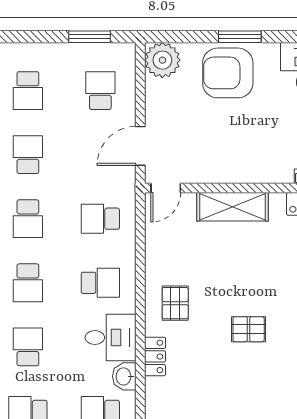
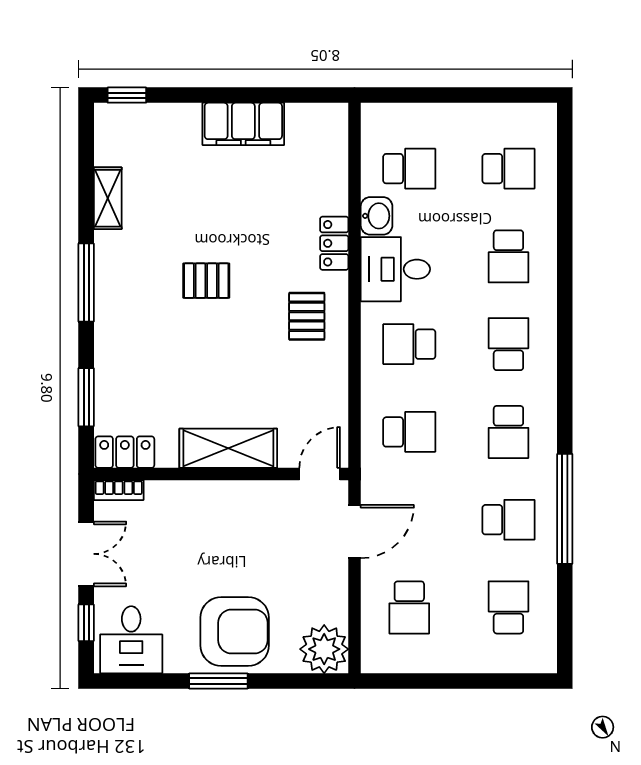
window: (90, 37) -> (424, 681), removed
school desk: (28, 155) -> (508, 520), turned -90
school desk: (28, 219) -> (508, 432), turned 180

